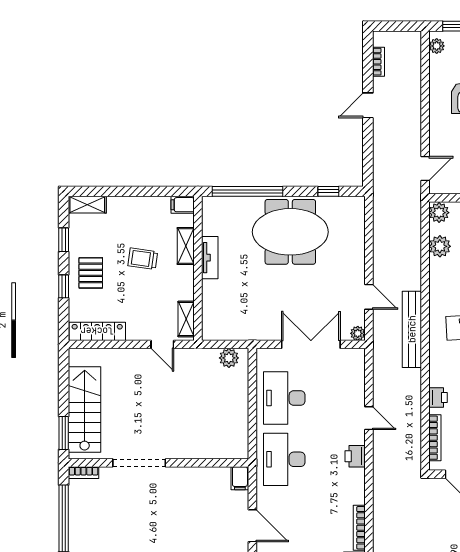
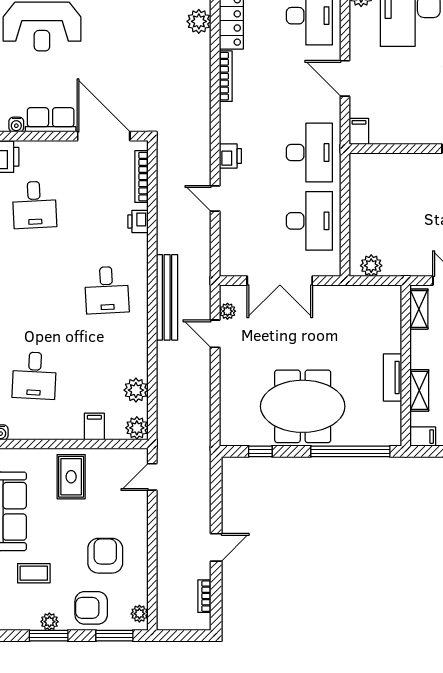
plant: (358, 333) -> (227, 311), moved

